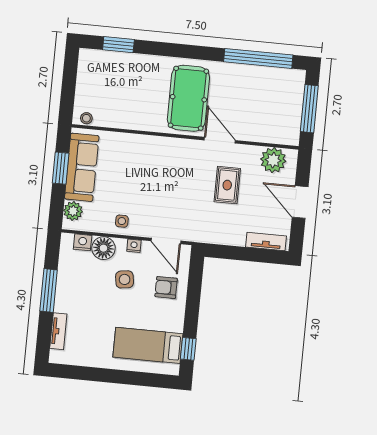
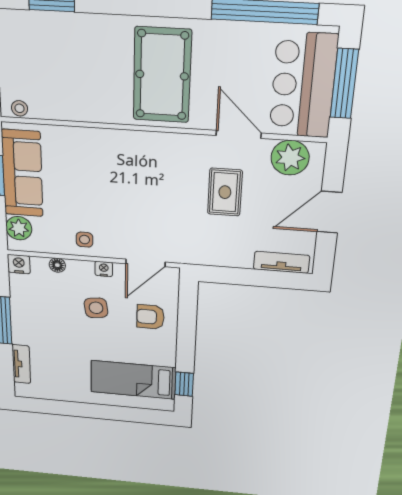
bar counter: (283, 109) -> (303, 85), added
door: (220, 140) -> (239, 134), moved
door: (300, 202) -> (329, 212), hinge flipped
door: (166, 241) -> (145, 263), hinge flipped
nightstand: (83, 242) -> (19, 264), moved
floor lamp: (103, 248) -> (57, 265), width x0.53, depth x0.53

